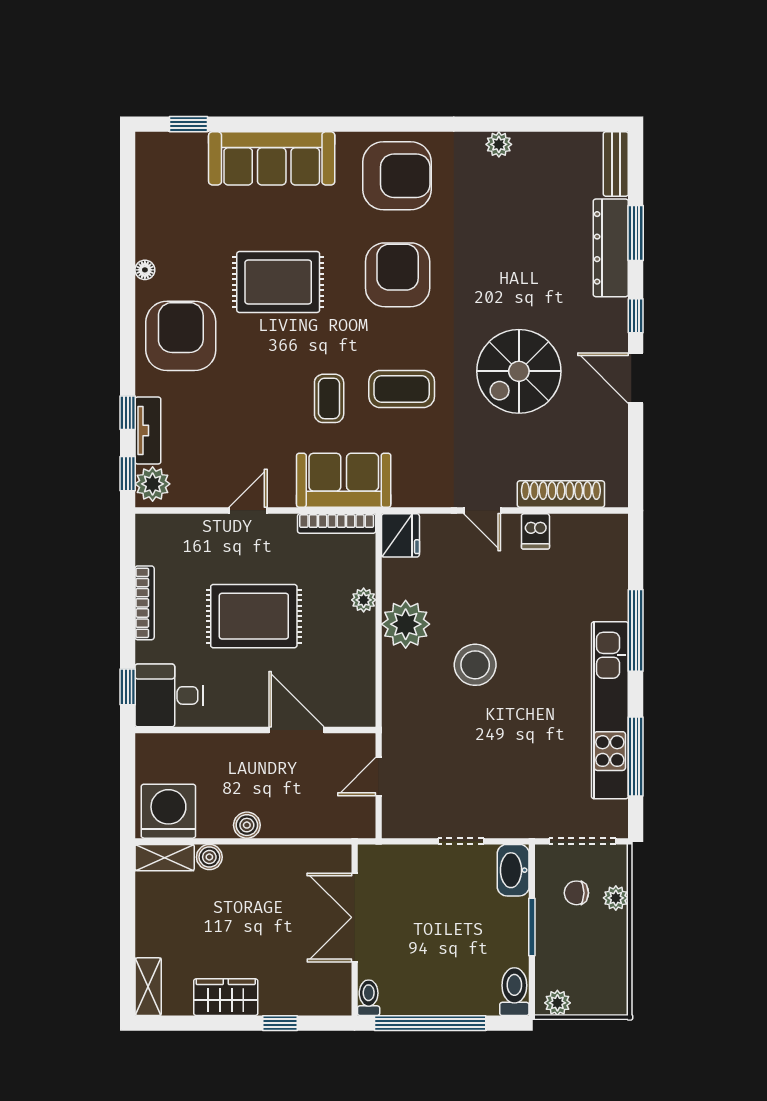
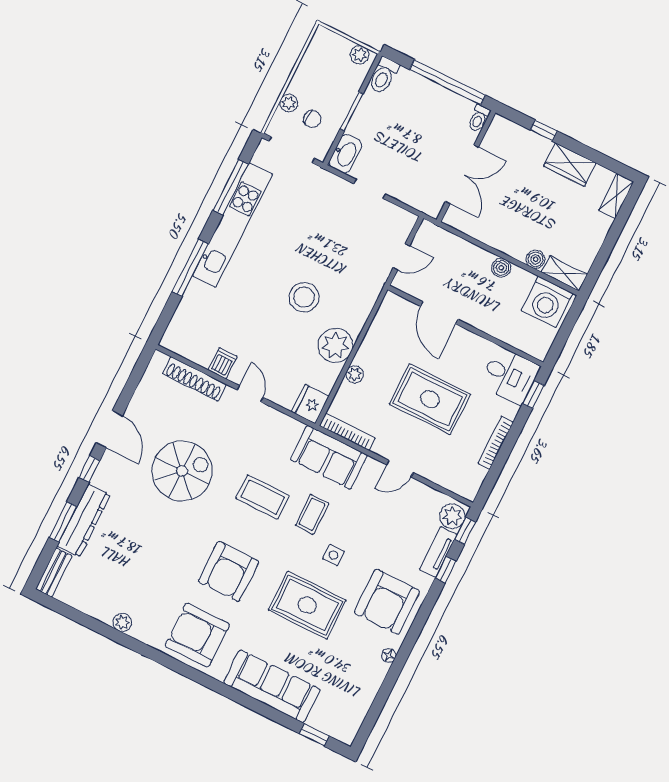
side table: (277, 361) -> (333, 555), added

